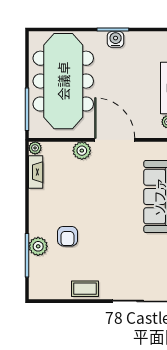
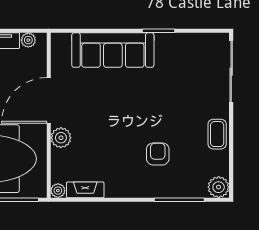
armchair: (67, 236) -> (158, 154), turned -90
plant: (38, 246) -> (219, 187), moved

